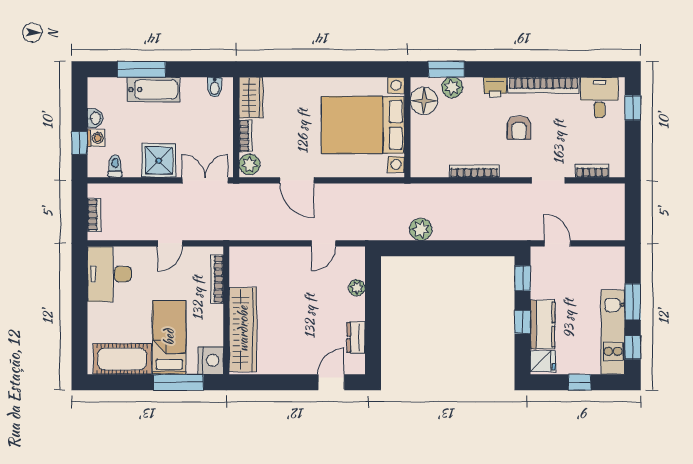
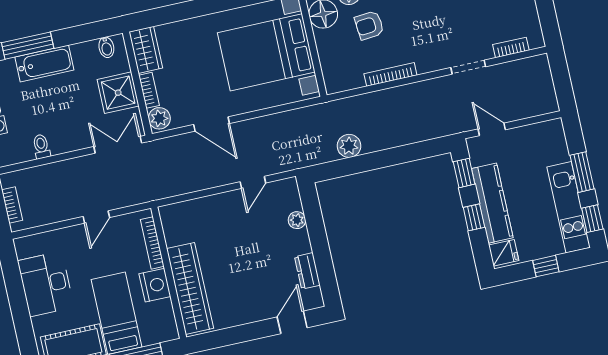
armchair: (519, 128) -> (369, 25), moved, turned 85
shower: (159, 161) -> (118, 93), moved
toilet: (115, 166) -> (41, 146), moved
desk: (109, 274) -> (46, 284), moved
kitchen counter: (543, 325) -> (492, 203), width x1.50
nightstand: (211, 360) -> (155, 285), moved

